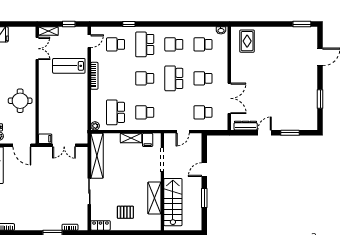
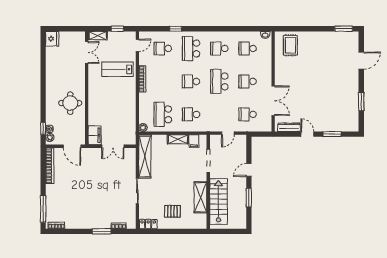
door: (265, 133) -> (307, 134), hinge flipped
filing cabinet: (45, 139) -> (95, 135), width x2.00

